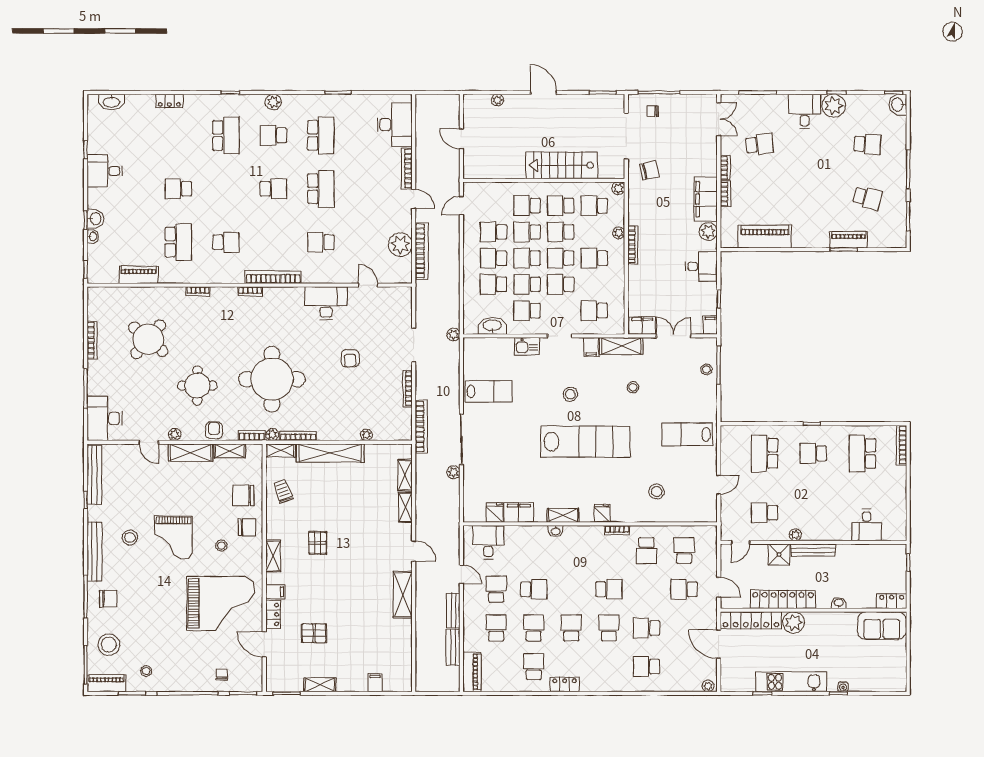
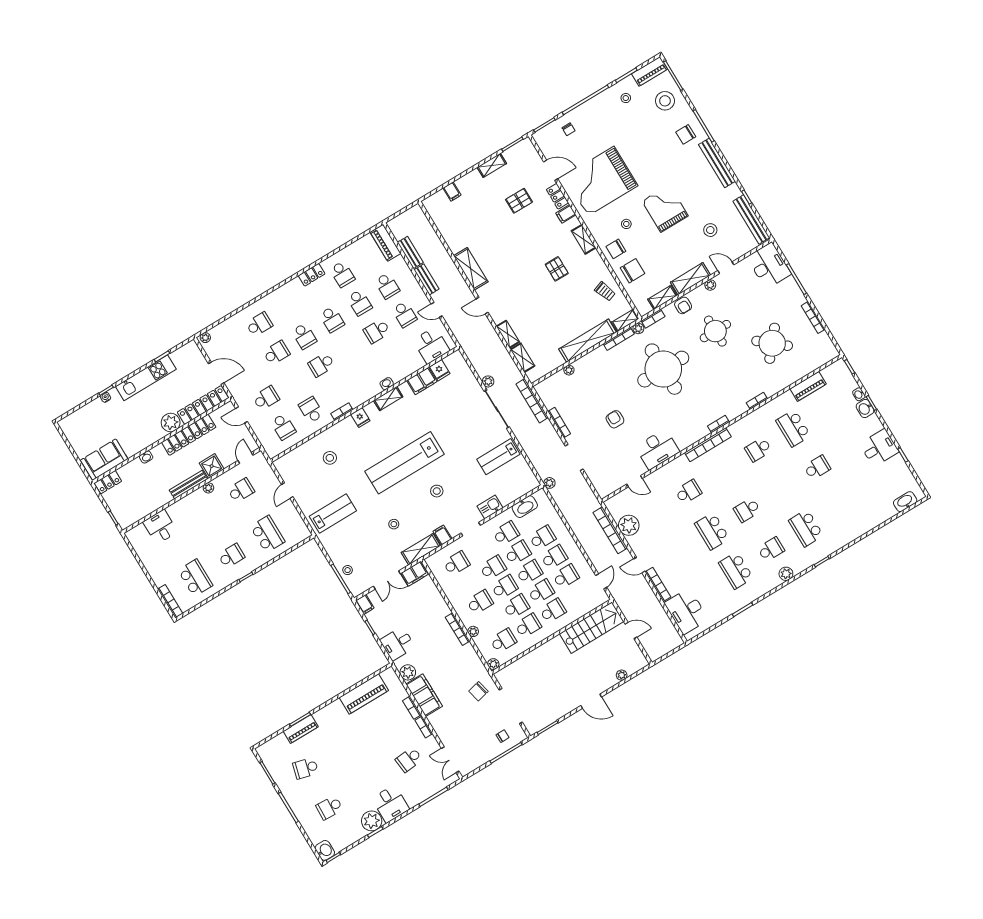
locker: (169, 101) -> (863, 528), removed
stairs: (562, 165) -> (592, 628), moved
stool: (130, 538) -> (710, 230), moved

